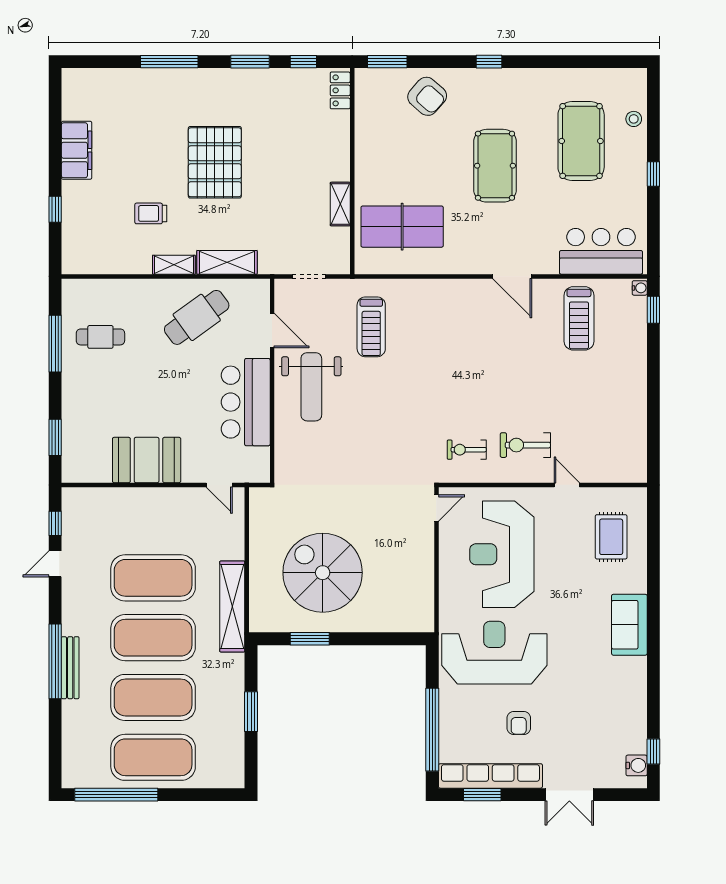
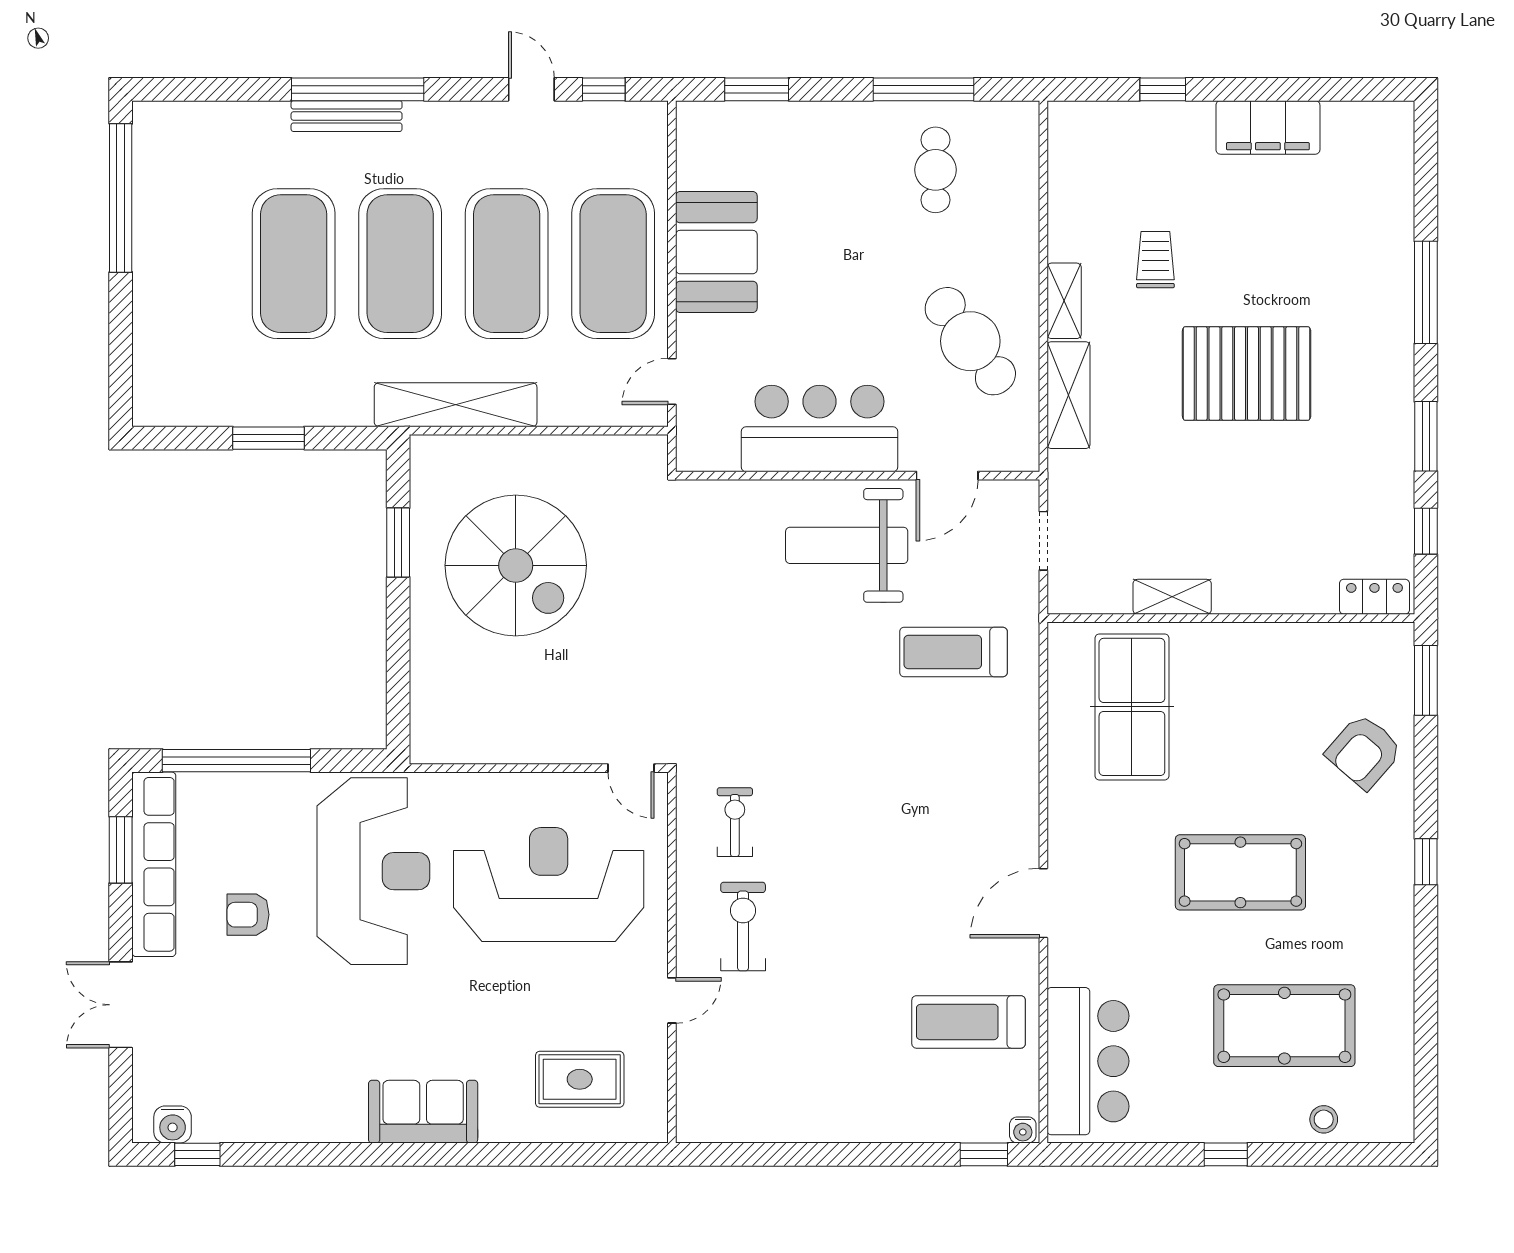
spiral stairs: (323, 573) -> (516, 565), turned 90
exercise mat: (153, 757) -> (613, 264), moved

